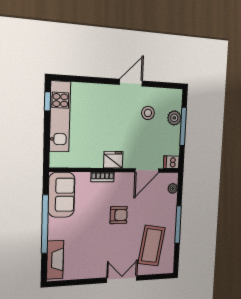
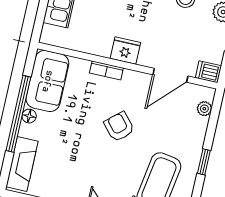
armchair: (119, 215) -> (119, 127), turned -131
floor lamp: (53, 224) -> (29, 116), added
window: (178, 224) -> (204, 162), width x0.46

